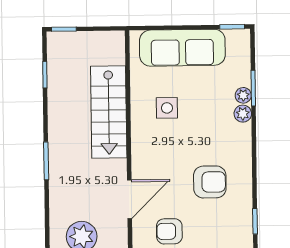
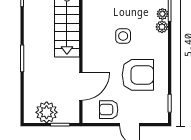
side table: (167, 108) -> (123, 36), moved
armchair: (210, 182) -> (138, 75), width x1.36, depth x1.36

